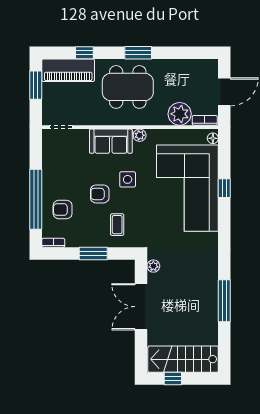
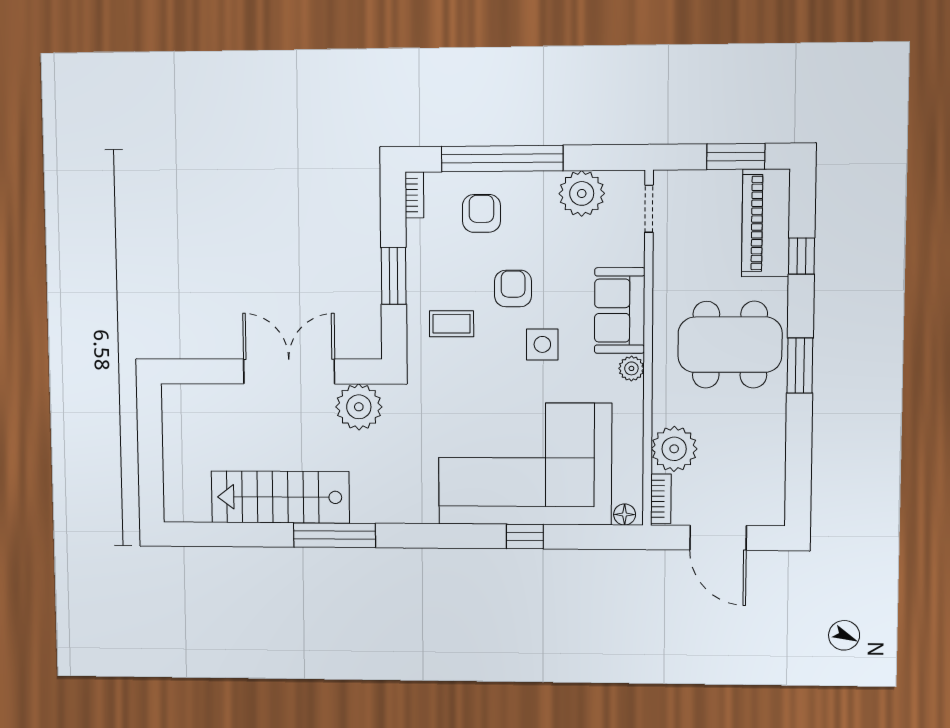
dining table: (128, 87) -> (730, 345), turned 90
plant: (53, 160) -> (582, 193), added
plant: (153, 266) -> (359, 407), width x1.87, depth x1.87
window: (224, 301) -> (334, 535), moved
stairs: (183, 359) -> (280, 497), moved, turned -90
window: (173, 378) -> (150, 434), removed

